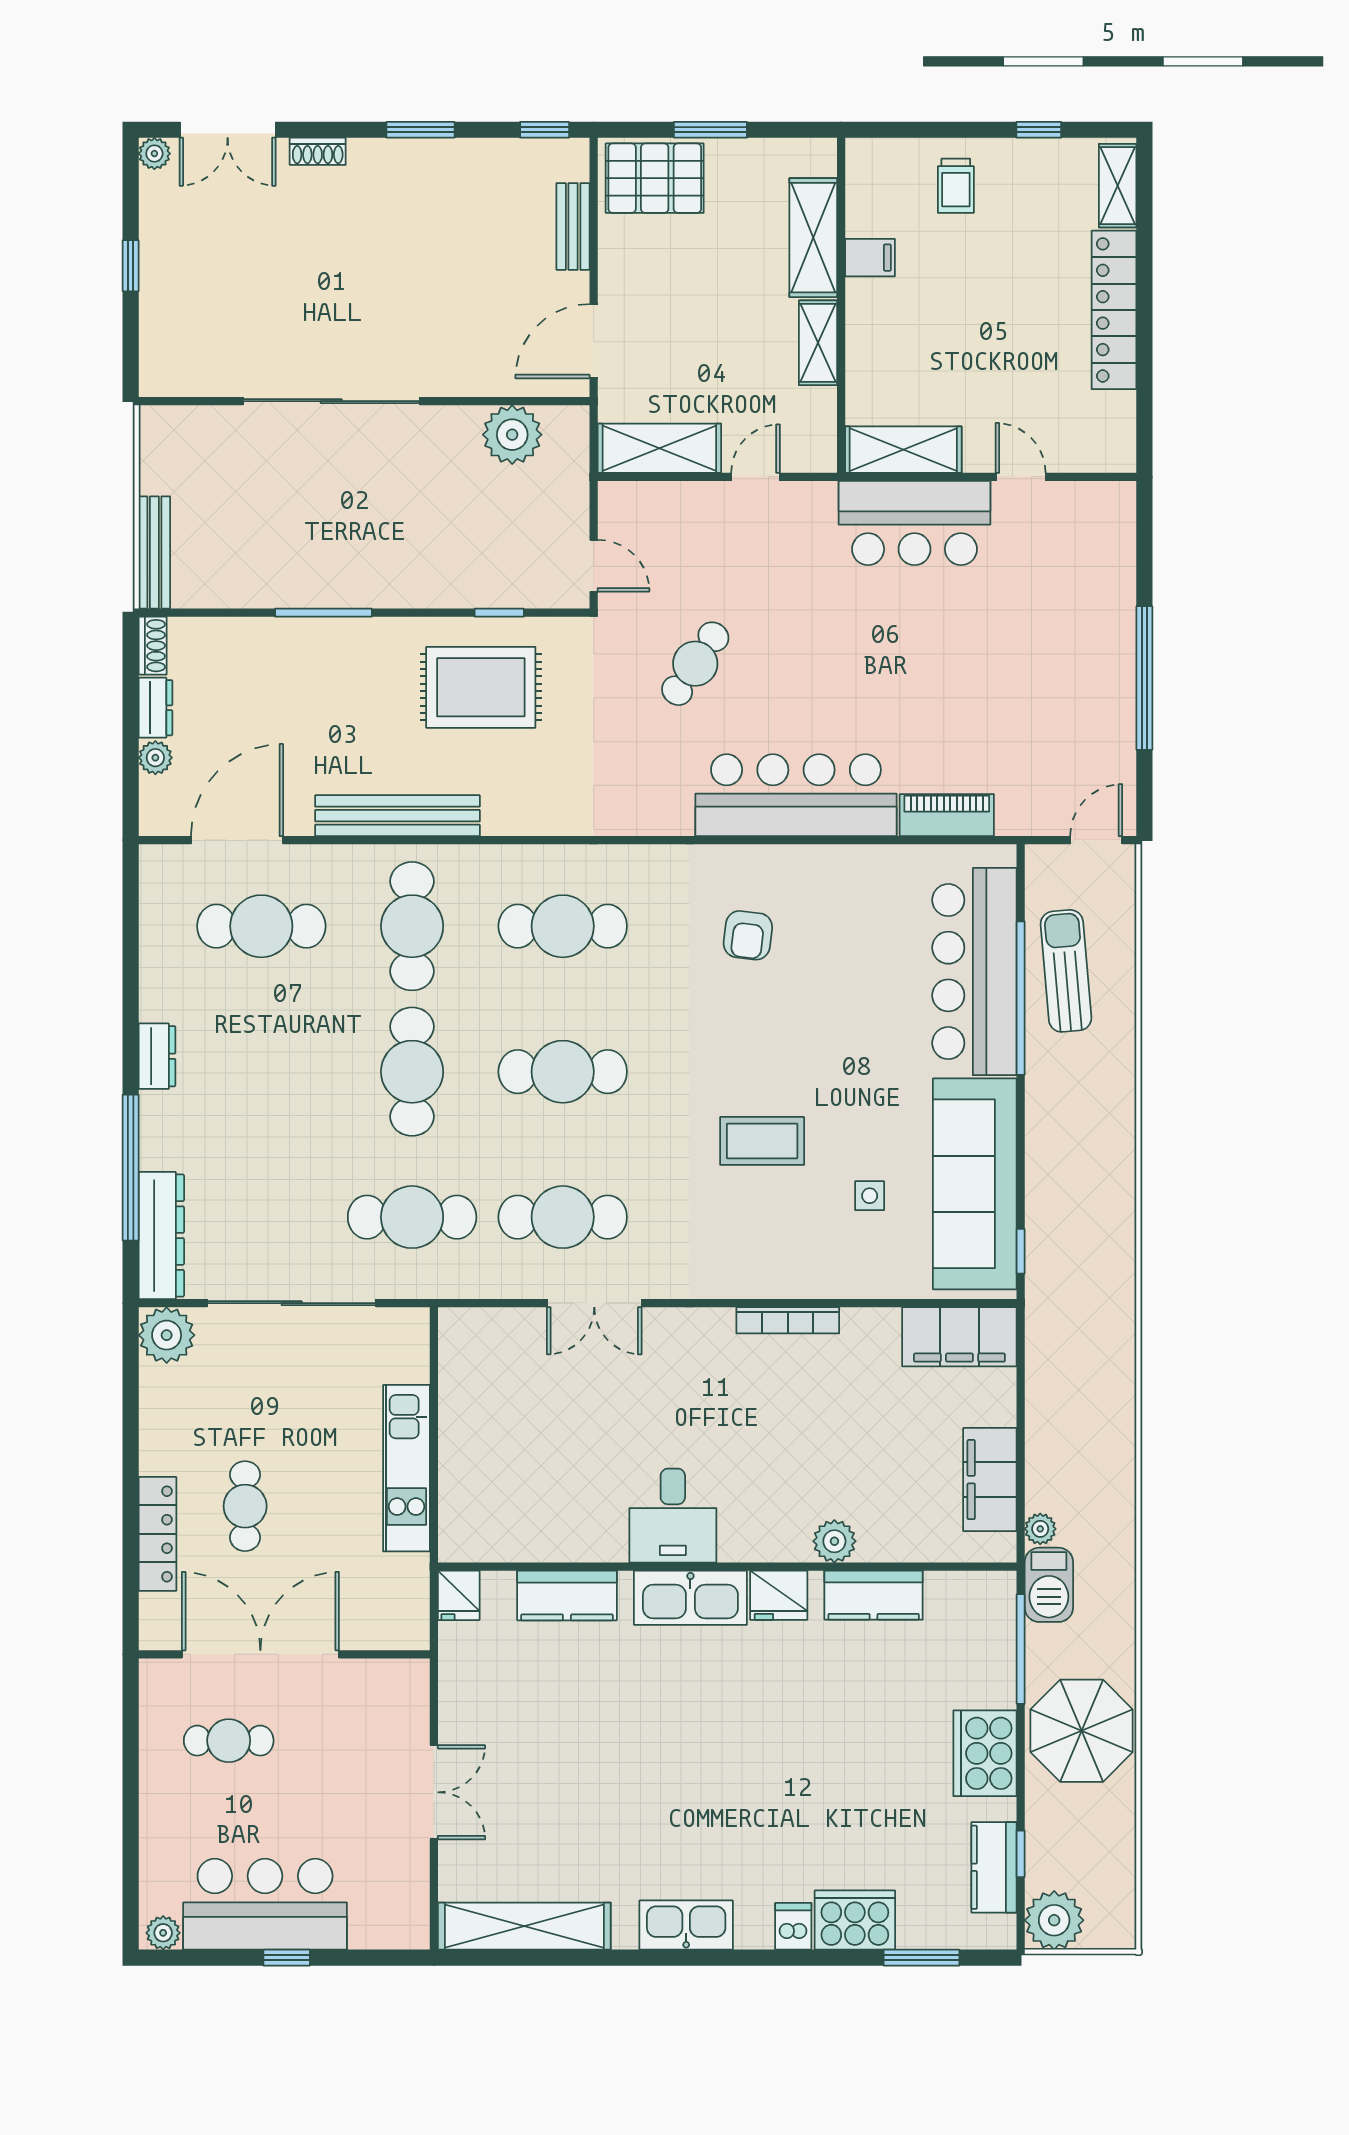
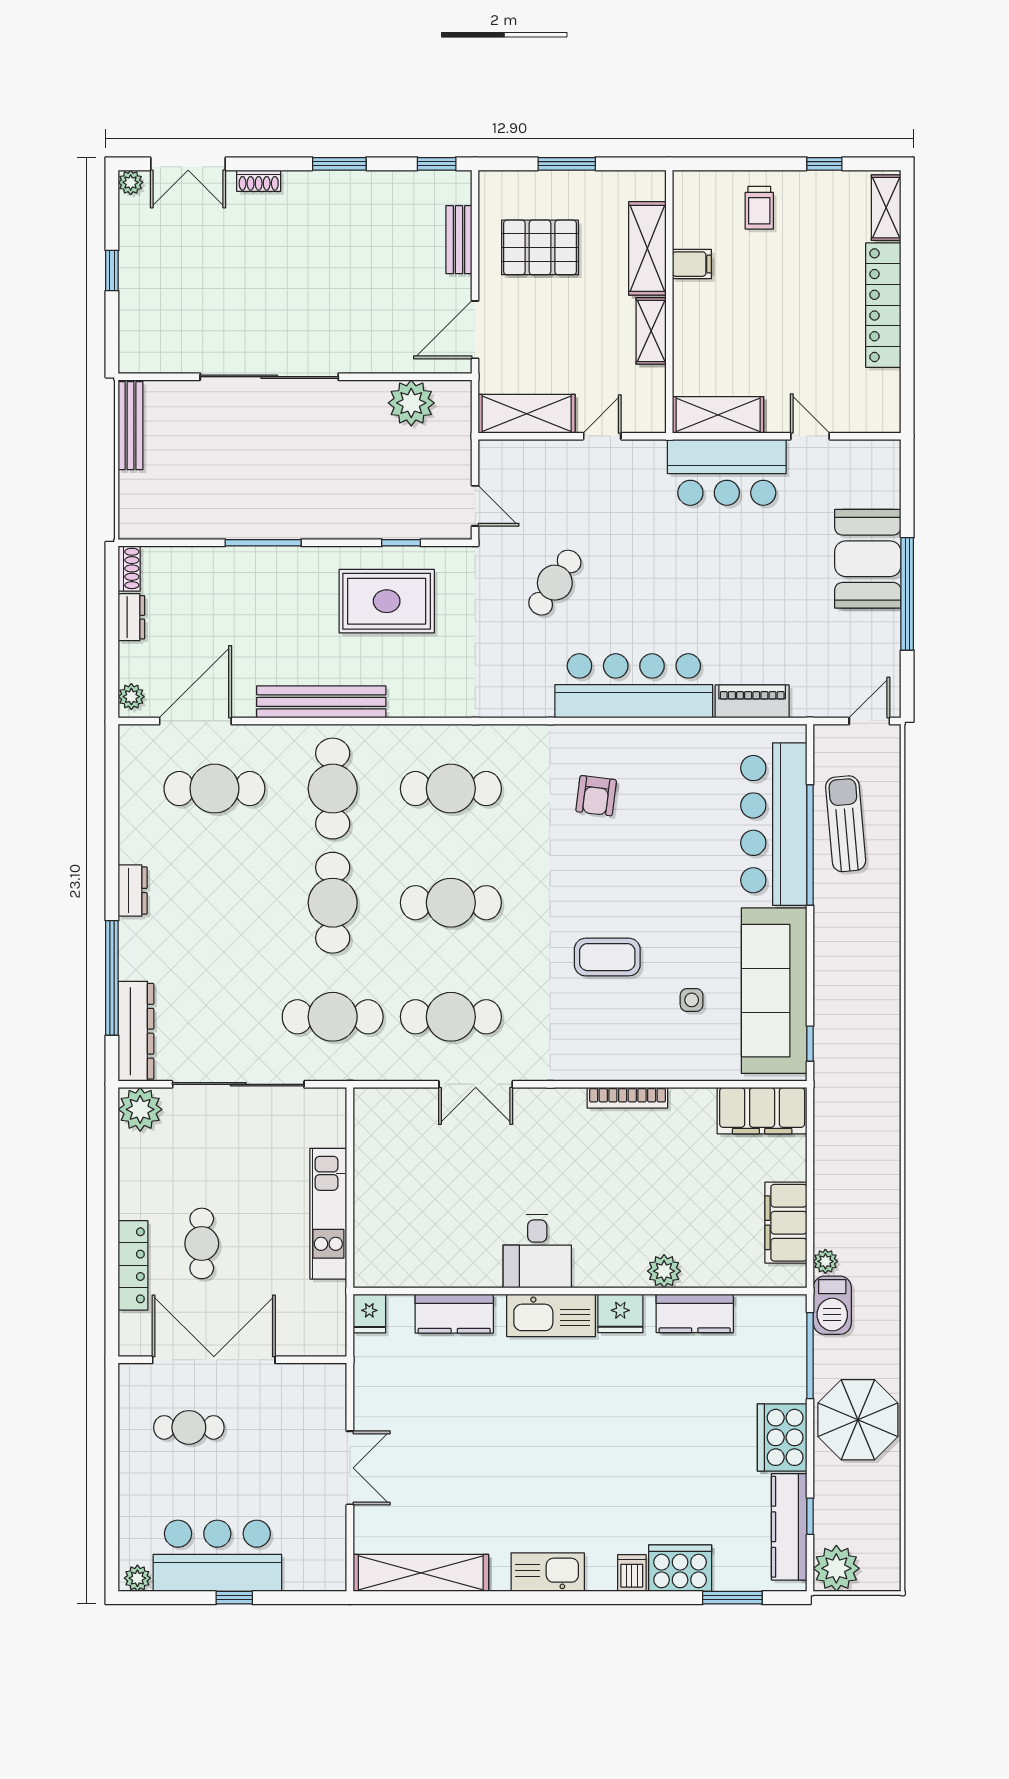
pallet: (655, 178) -> (540, 247), moved
bench: (154, 552) -> (131, 426), moved
booth: (1094, 633) -> (868, 559), added
plant: (155, 758) -> (131, 697), moved
kitchen counter: (994, 1867) -> (789, 1527), width x1.50

